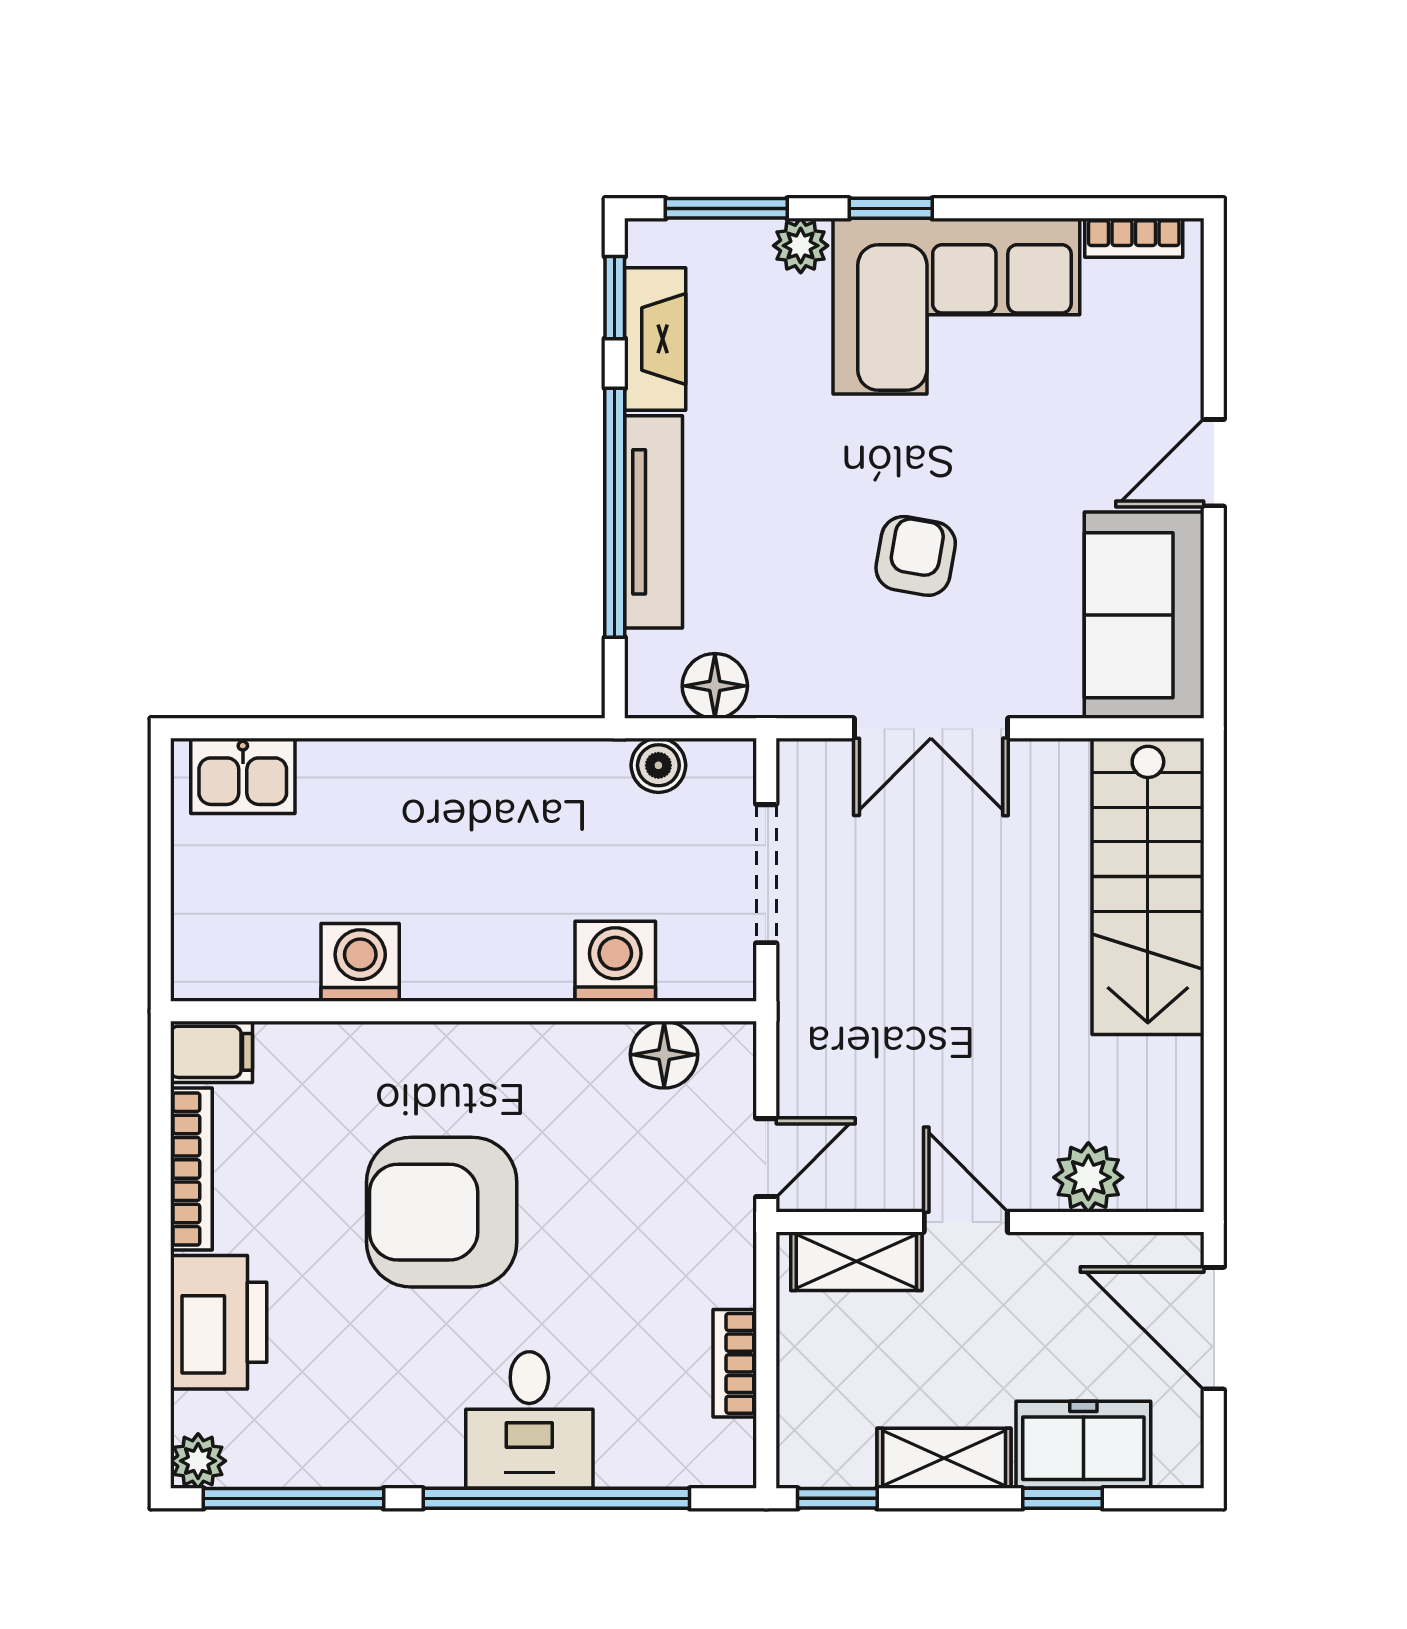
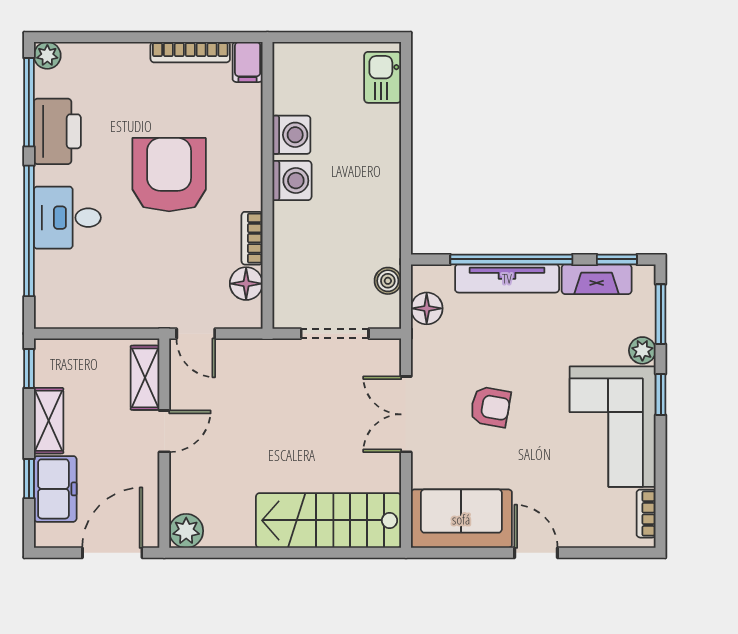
washing machine: (615, 961) -> (292, 181), moved
plant: (1088, 1177) -> (186, 531), moved
printer: (219, 1322) -> (57, 131), moved, turned -90
bookcase: (735, 1363) -> (252, 238), moved, turned -90

